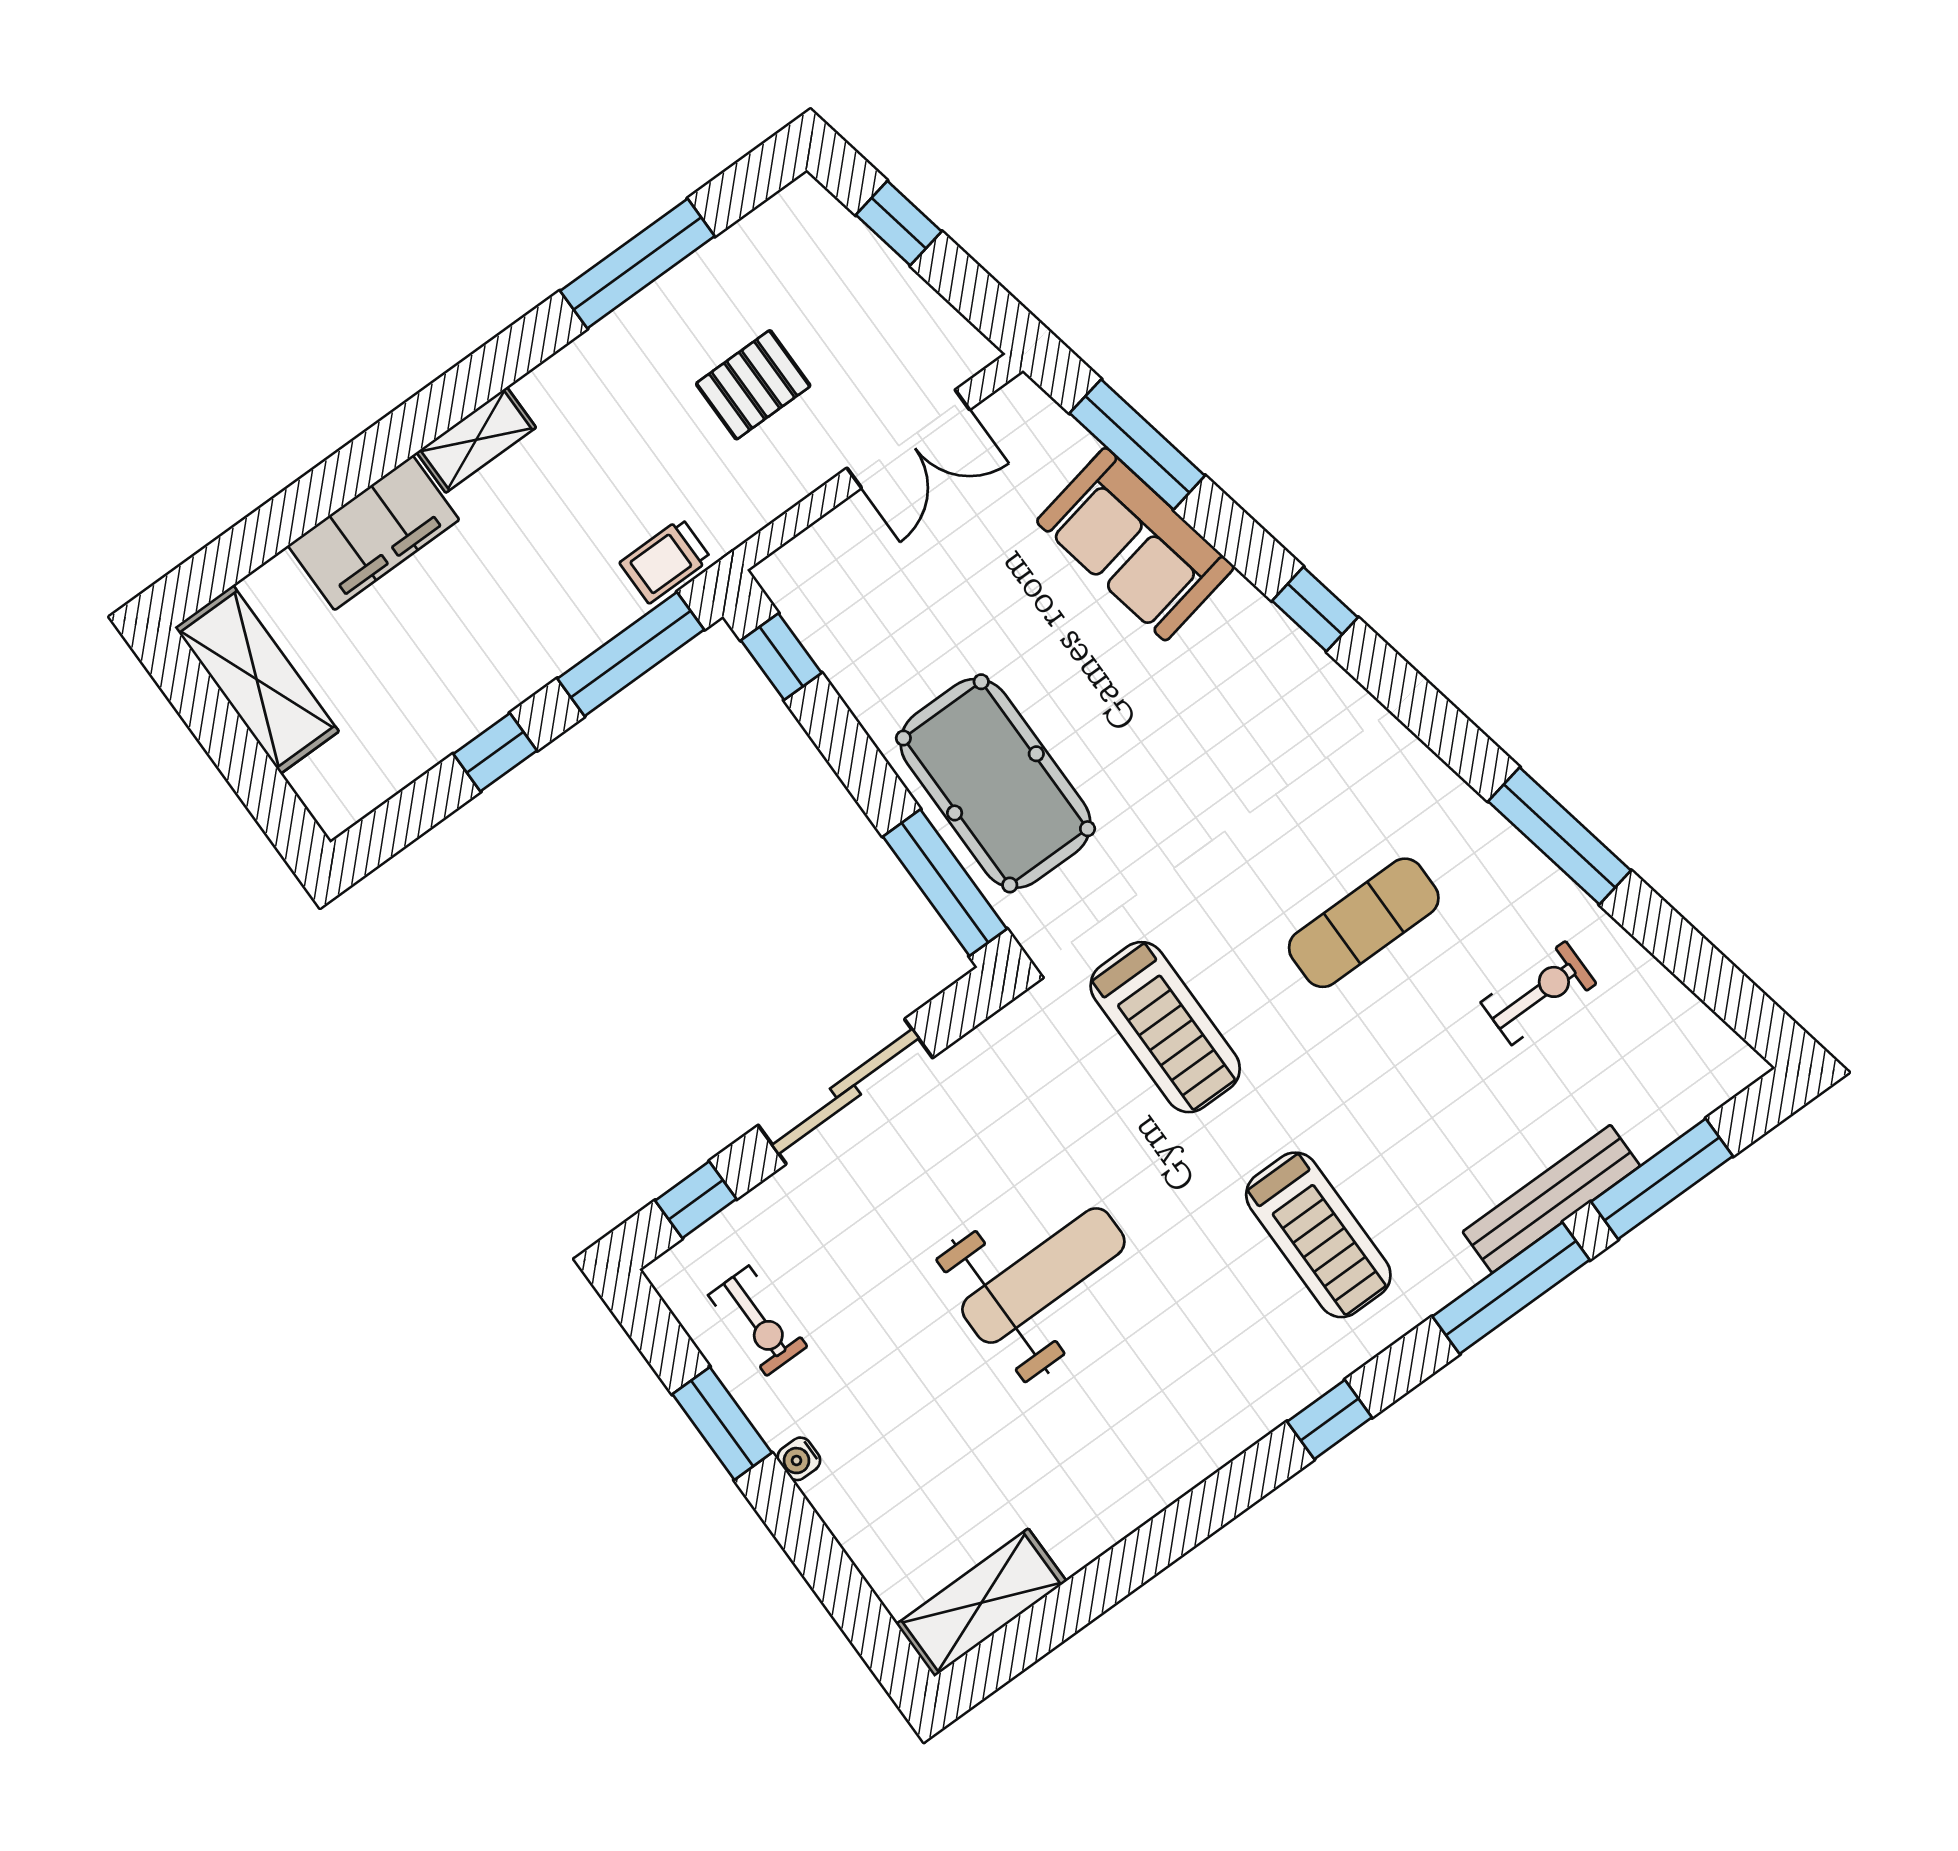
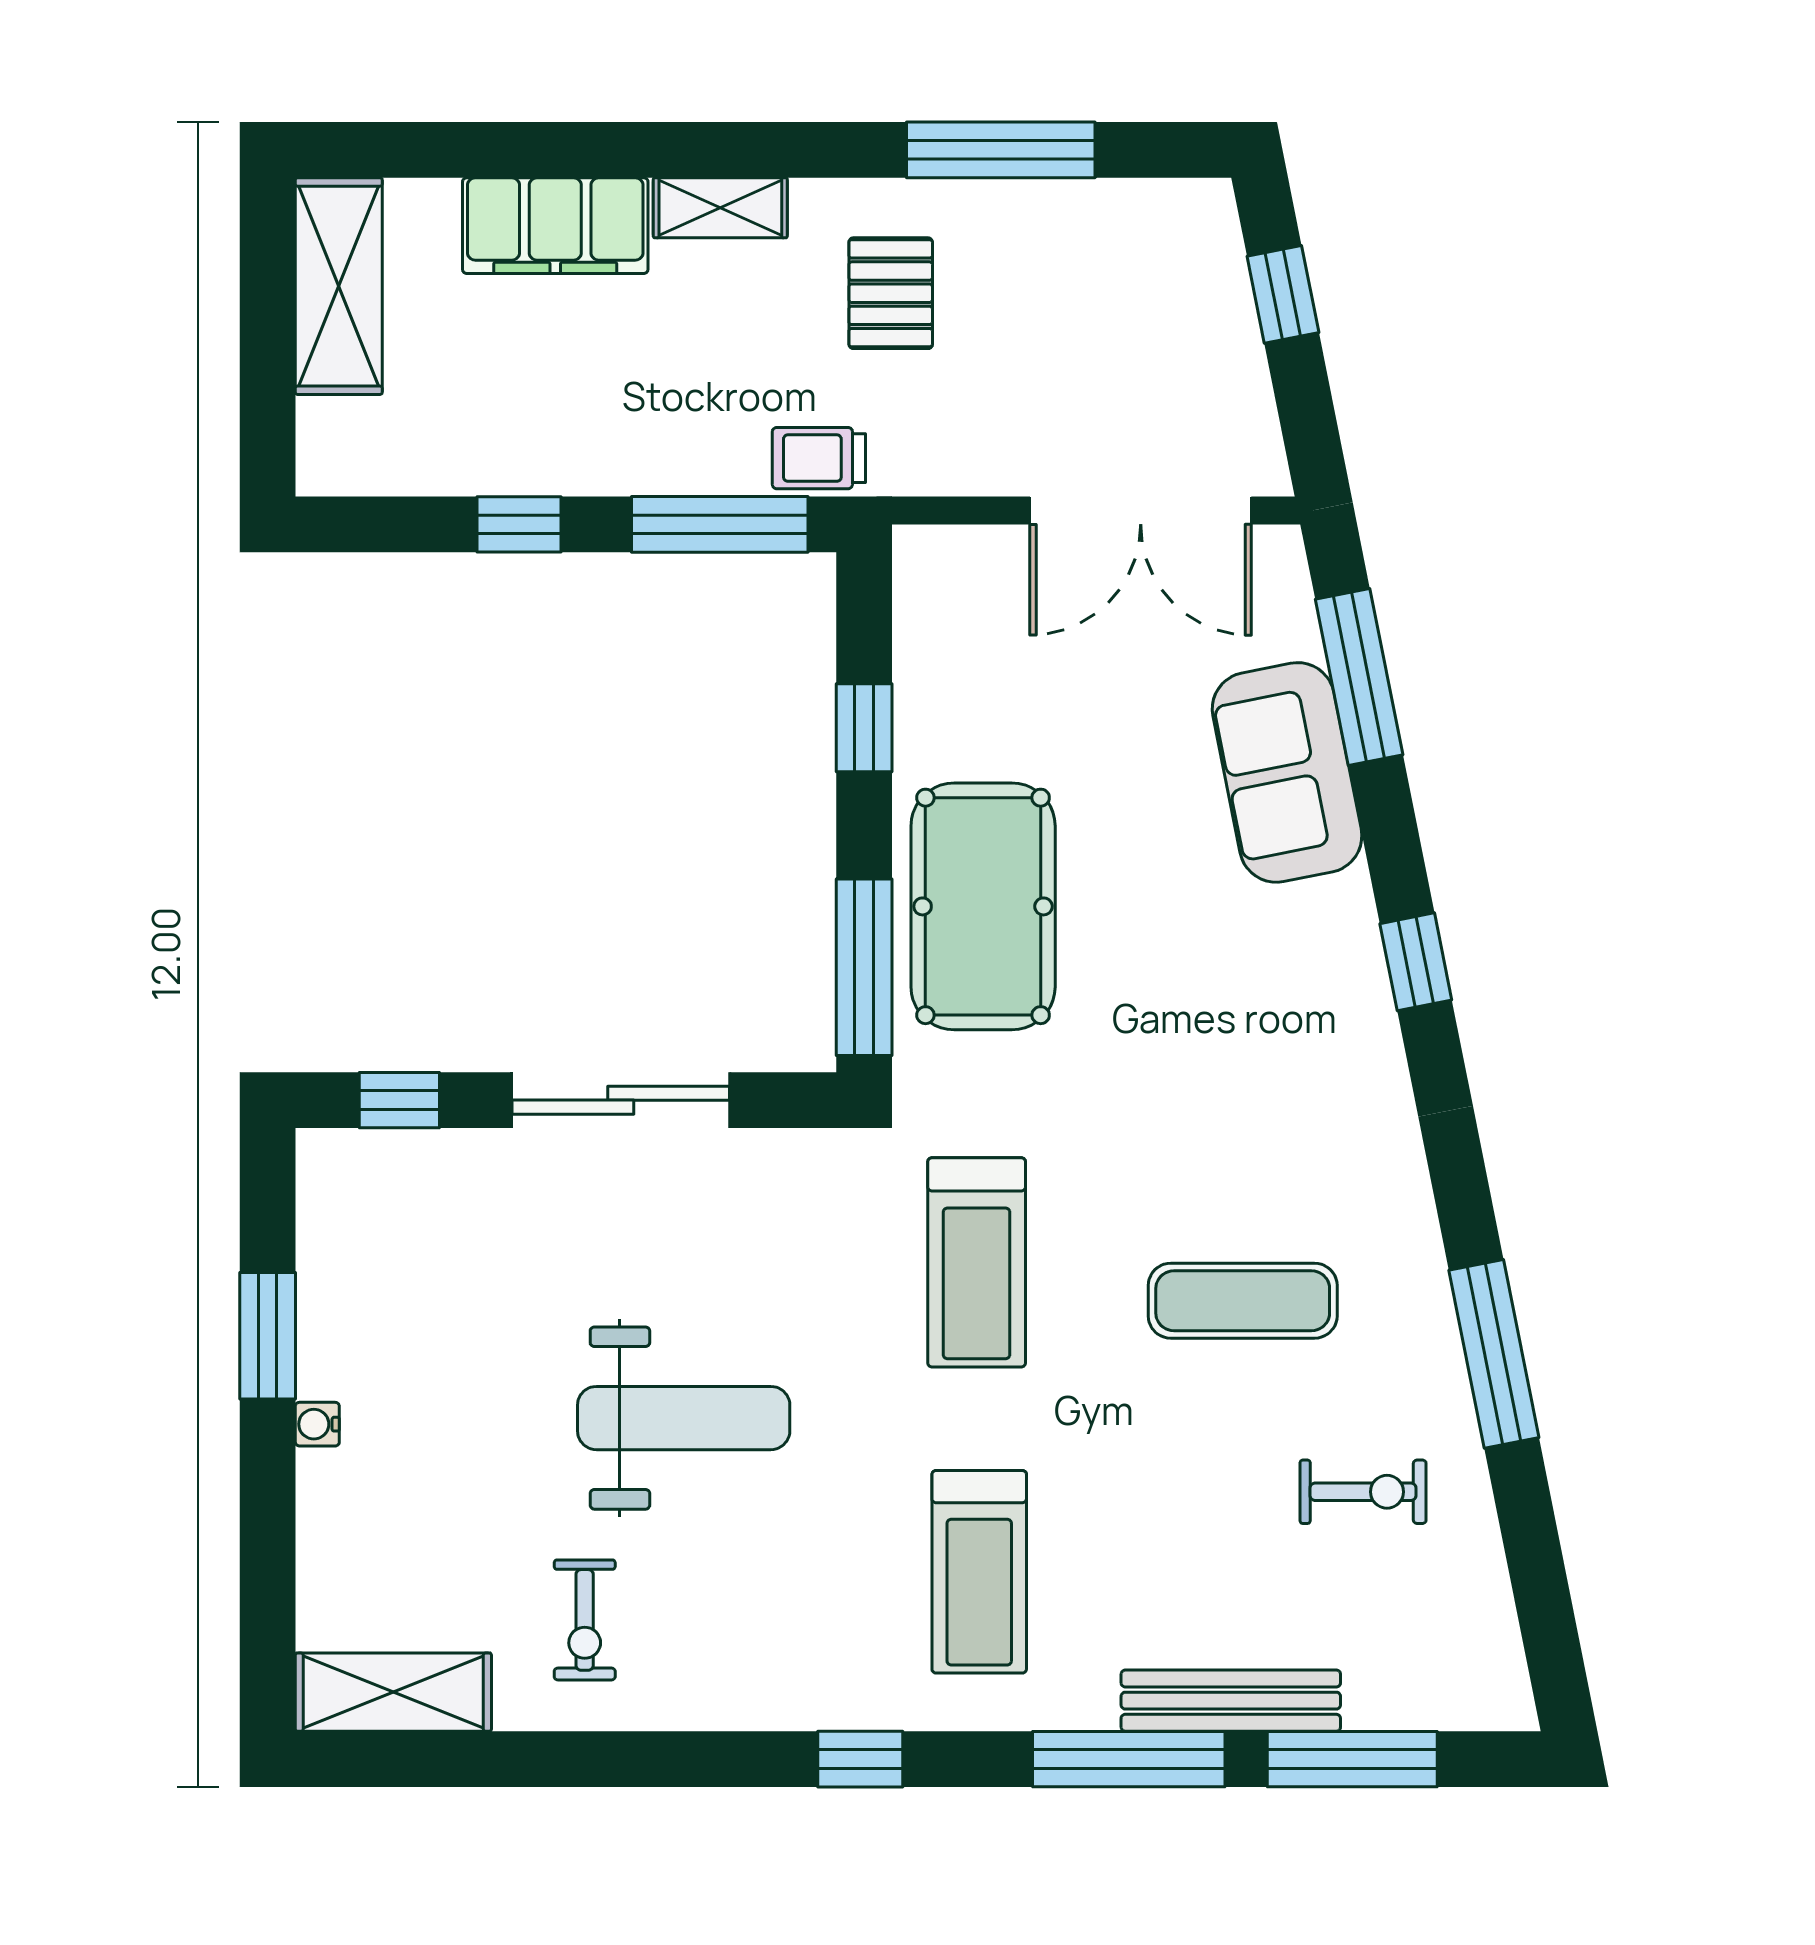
pallet: (753, 385) -> (891, 293), moved, turned 90
double door: (908, 439) -> (1141, 511), width x1.37
window: (781, 657) -> (864, 728), moved
exercise bike: (758, 1321) -> (585, 1620), moved

